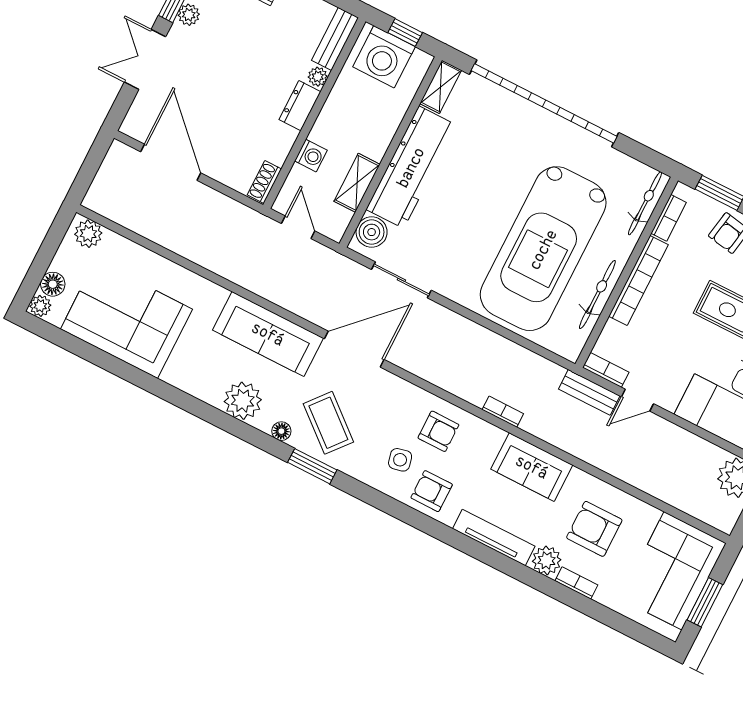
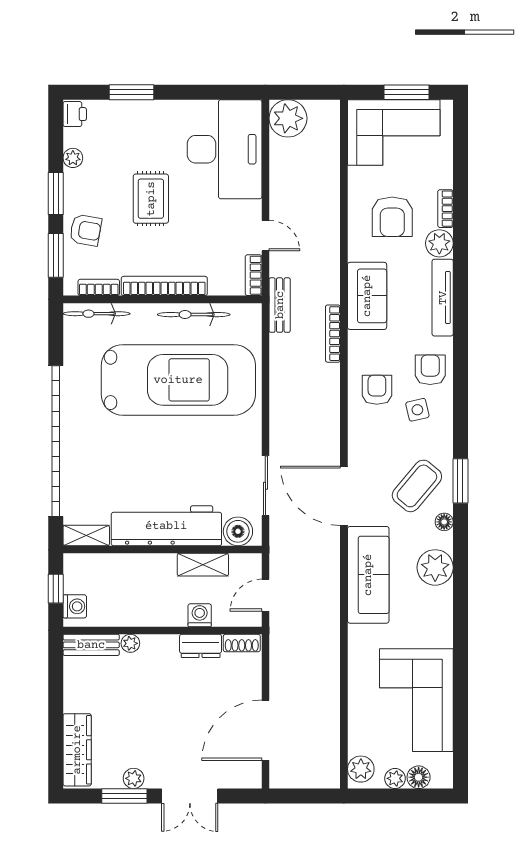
washing machine: (384, 57) -> (75, 606), width x0.53, depth x0.53
dresser: (300, 106) -> (201, 646), moved
plant: (40, 306) -> (395, 778), moved
bench: (589, 392) -> (280, 305), moved
bookcase: (503, 412) -> (333, 334), width x1.56
armchair: (432, 491) -> (430, 370), turned 180

